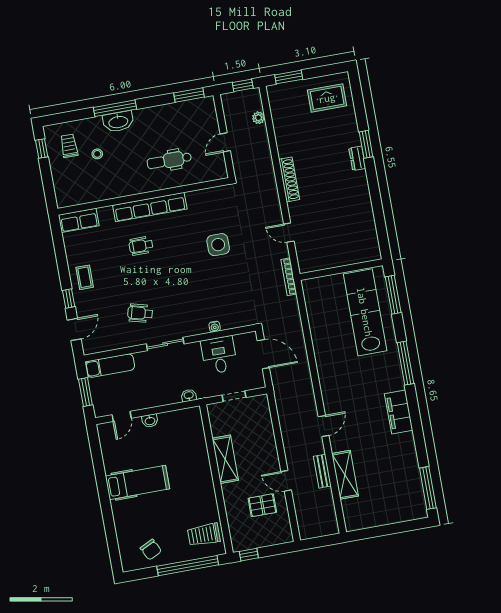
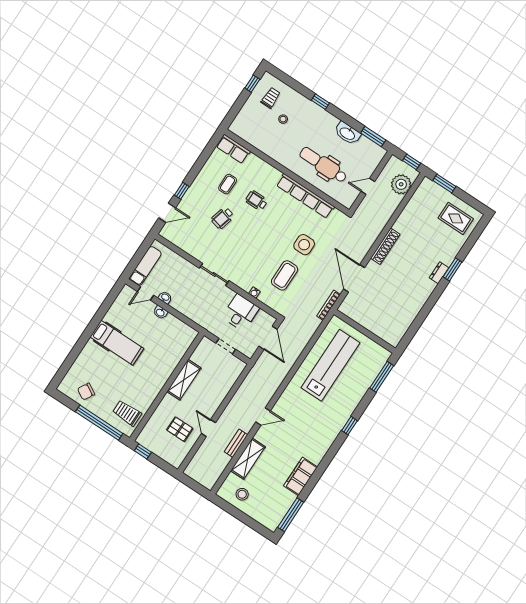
window: (115, 108) -> (320, 102), width x0.46
plant: (259, 118) -> (401, 184), width x1.88, depth x1.88
washbasin: (118, 122) -> (347, 133), moved
dental chair: (169, 160) -> (323, 165), width x1.36, depth x1.38
row of seats: (150, 207) -> (305, 196), moved
door: (289, 233) -> (354, 278), width x1.88
coffee table: (85, 277) -> (228, 184), moved
coffee table: (226, 287) -> (285, 275), added
lab bench: (365, 312) -> (330, 365), moved
wheelchair: (140, 313) -> (223, 218), moved, turned -90
window: (405, 363) -> (350, 426), width x0.46
exam couch: (110, 366) -> (145, 266), moved, turned -90
window: (85, 392) -> (138, 257), removed
washbasin: (189, 395) -> (165, 297), moved
filing cabinet: (399, 412) -> (301, 476), moved
stool: (369, 510) -> (242, 494), added
chair: (151, 550) -> (86, 392), turned 56

